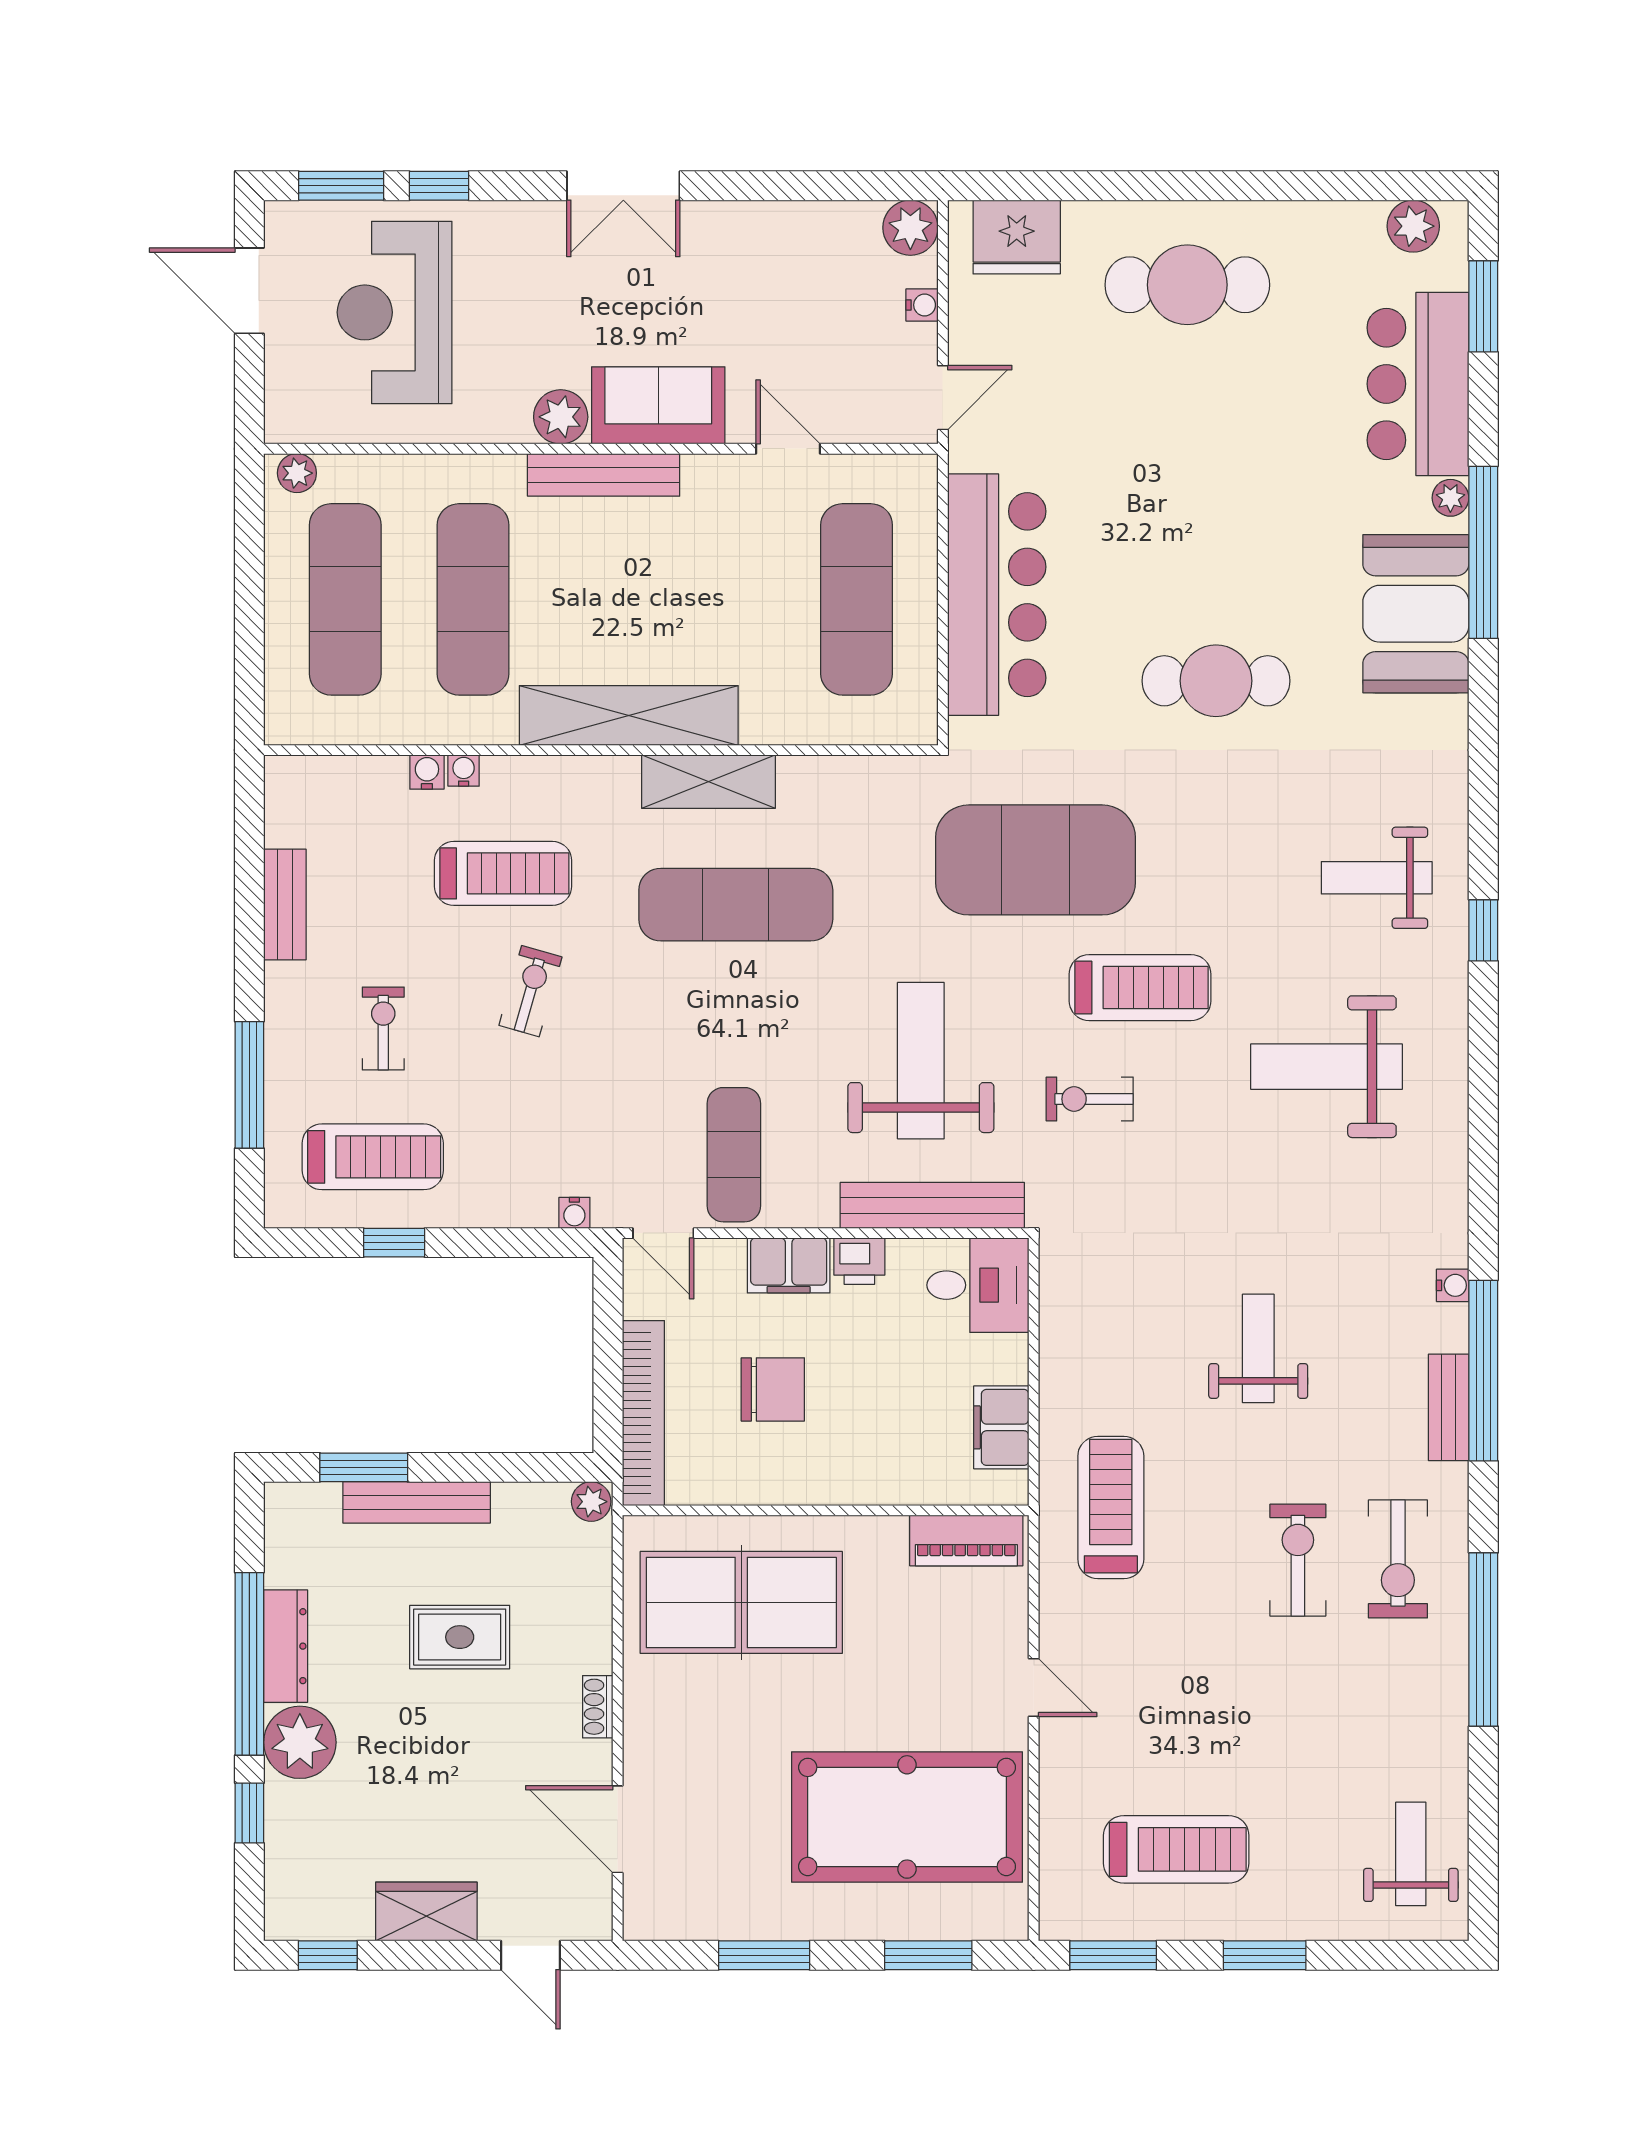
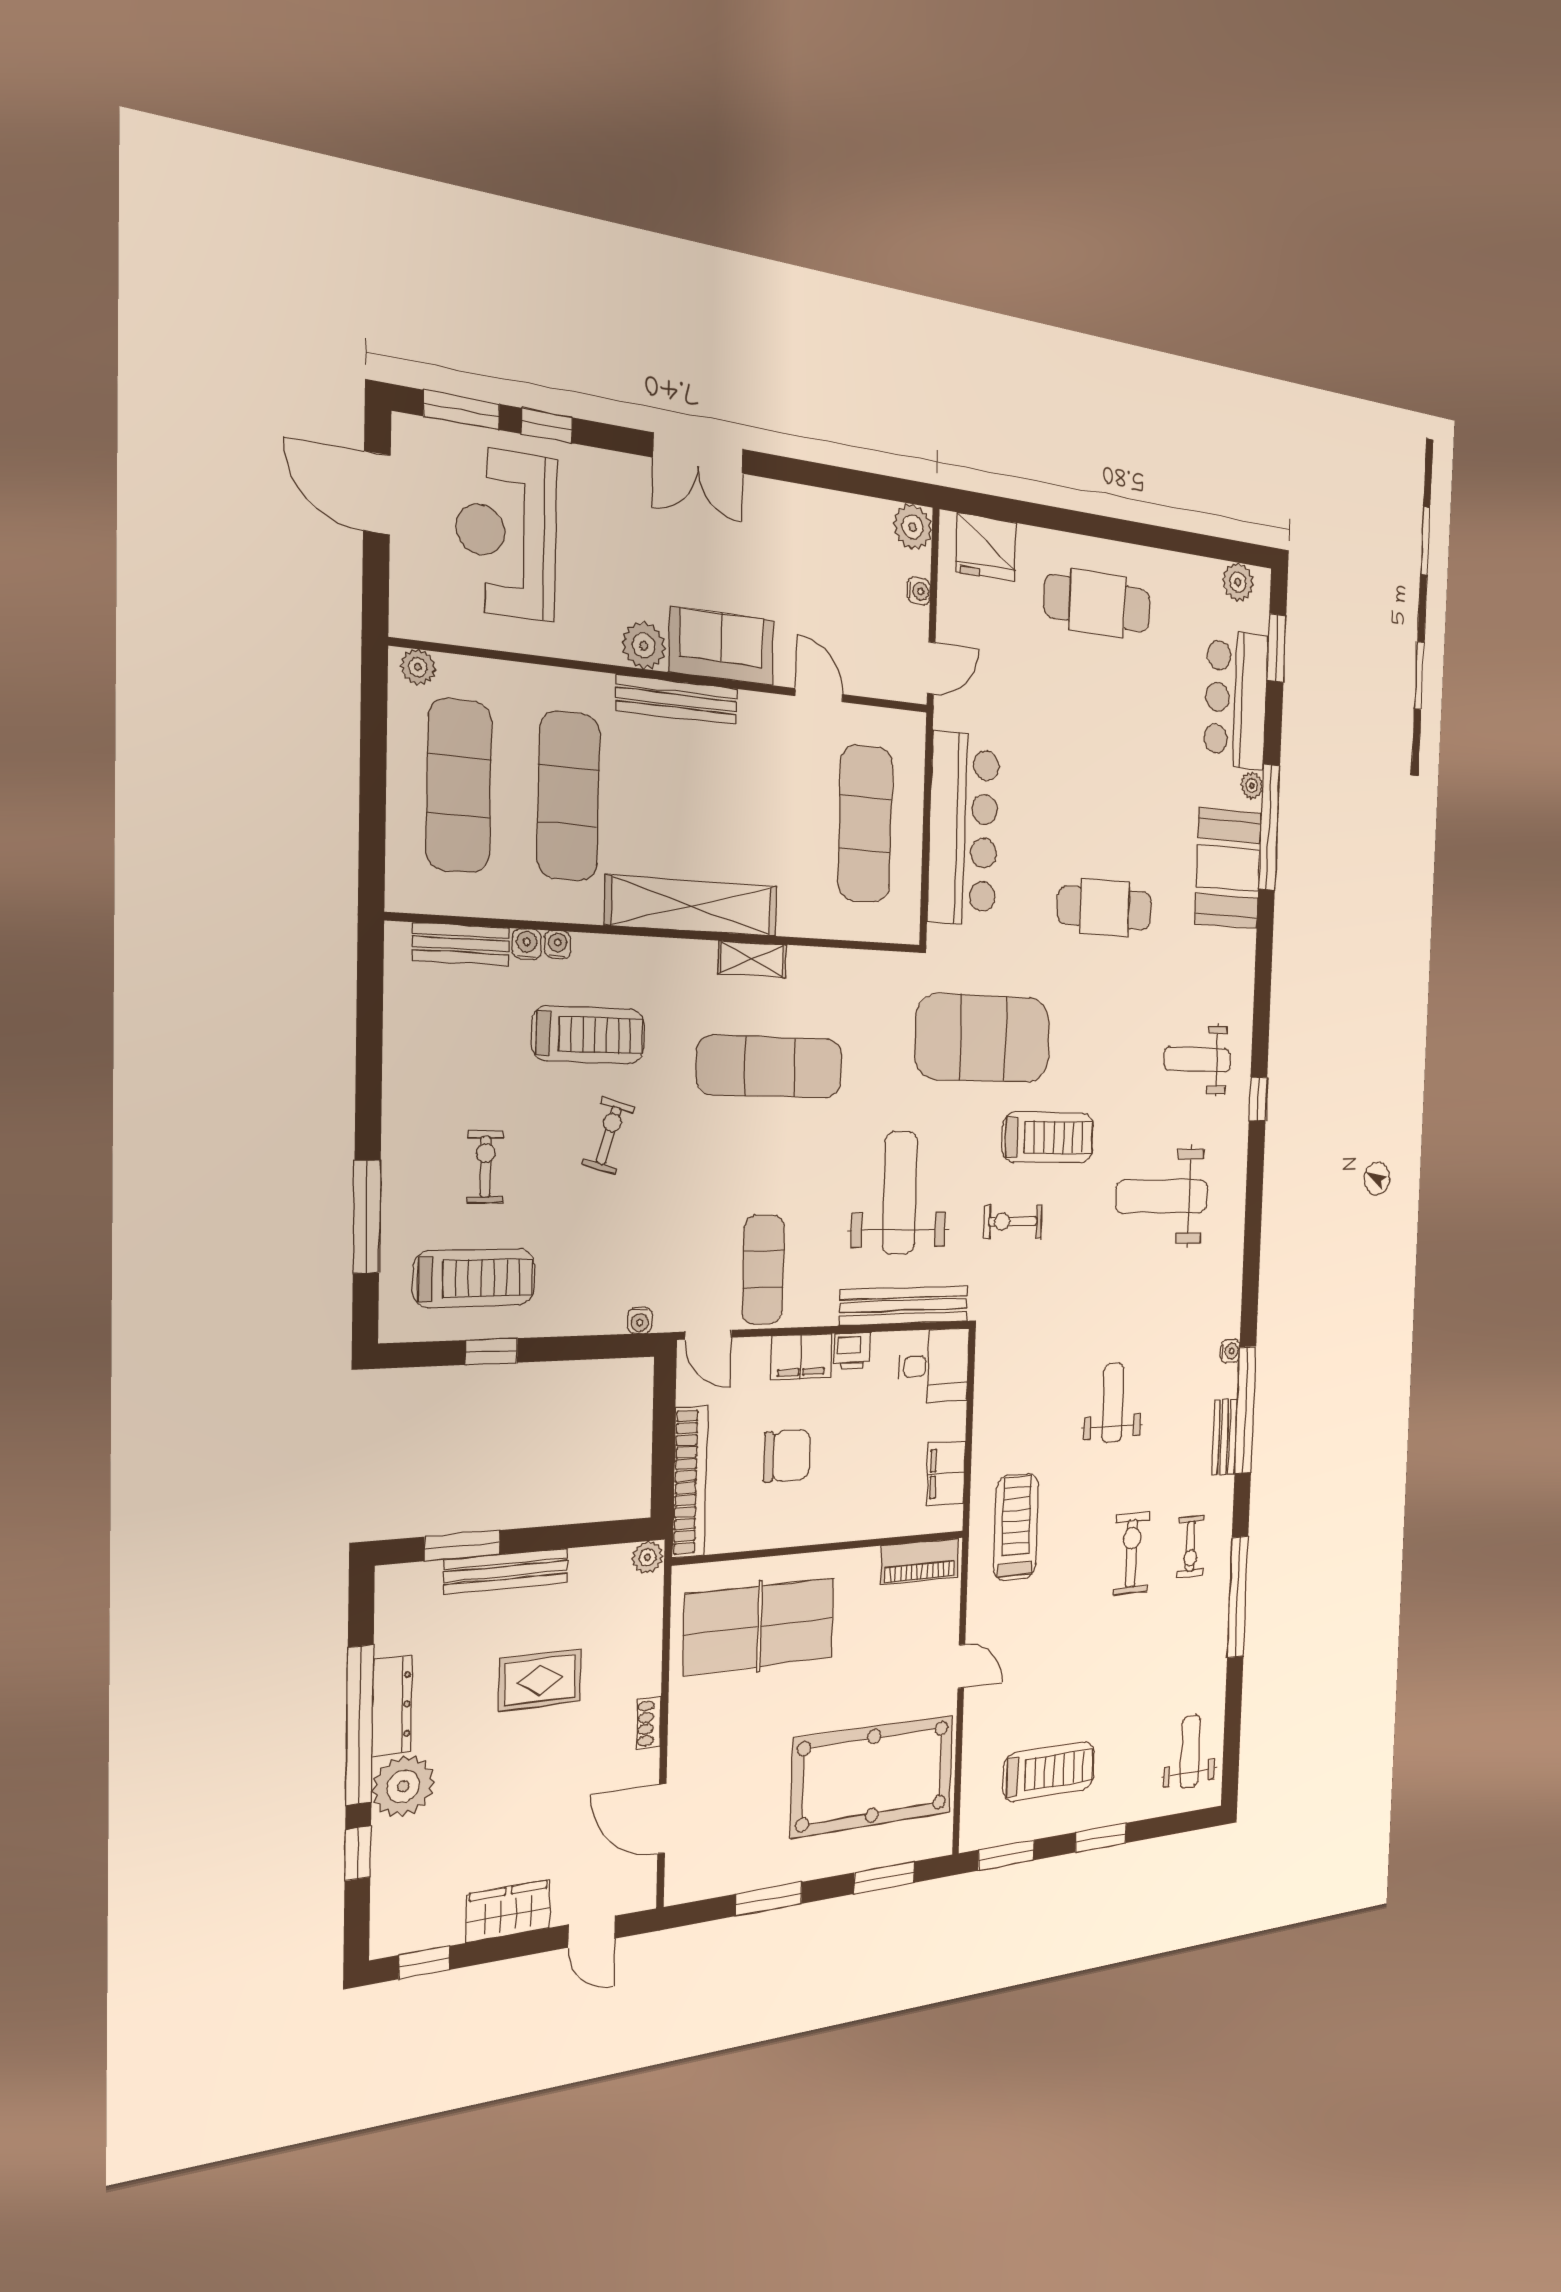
shelving: (708, 782) -> (752, 959), width x0.67, depth x0.75
bench: (285, 905) -> (461, 944), moved, turned 90
exercise bike: (1398, 1559) -> (1191, 1546), width x0.73, depth x0.72

